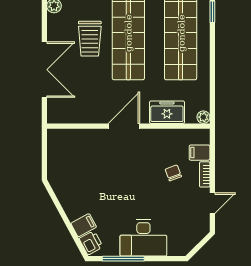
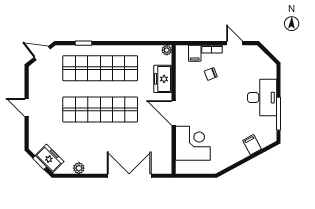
trolley: (90, 39) -> (105, 140), removed
corner desk: (85, 150) -> (193, 143), added
printer: (91, 243) -> (266, 139), removed

